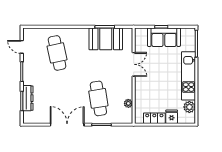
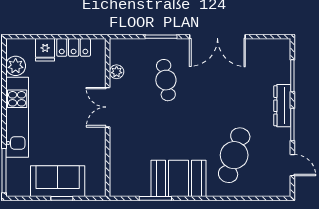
booth: (106, 39) -> (179, 178), moved
cafe table: (57, 53) -> (234, 155), turned 30
double door: (134, 64) -> (108, 107), moved
dresser: (28, 98) -> (282, 106), moved
cafe table: (98, 98) -> (166, 80), width x0.73, depth x0.74

